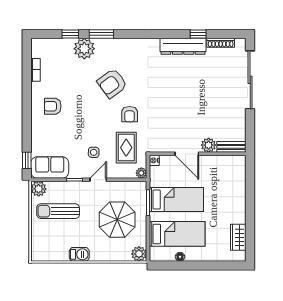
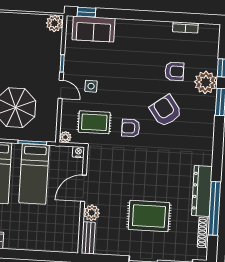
window: (198, 34) -> (214, 208), width x3.17
rug: (208, 93) -> (149, 216), added
armchair: (53, 106) -> (174, 71), moved, turned 90
sofa: (50, 167) -> (93, 29), moved, turned 90
sun lounger: (58, 211) -> (29, 43), removed

